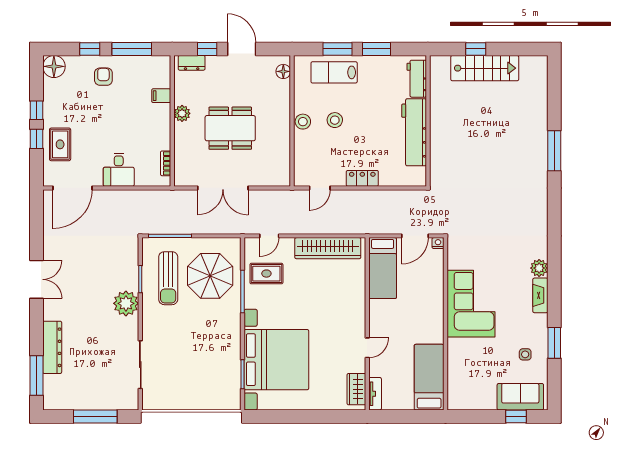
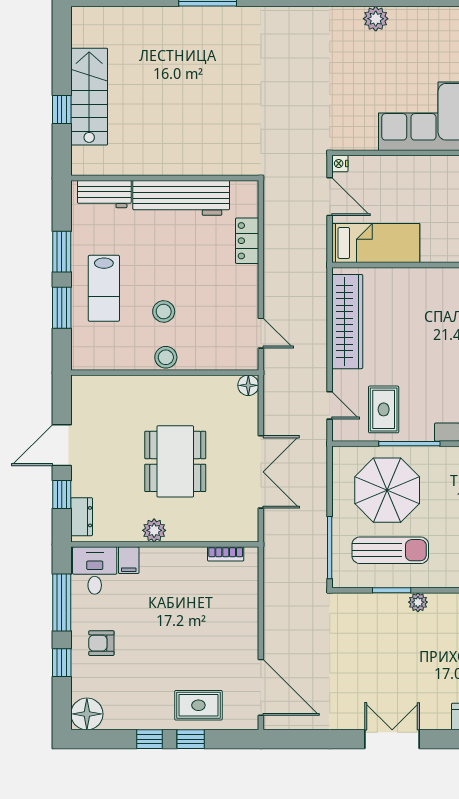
floor lamp: (283, 71) -> (248, 385), moved
lab bench: (334, 72) -> (104, 288), moved
desk: (119, 170) -> (95, 570), moved, turned -90
locker: (362, 178) -> (247, 241), moved
fireplace: (540, 295) -> (415, 17), removed
plant: (126, 303) -> (418, 602), width x0.53, depth x0.53

